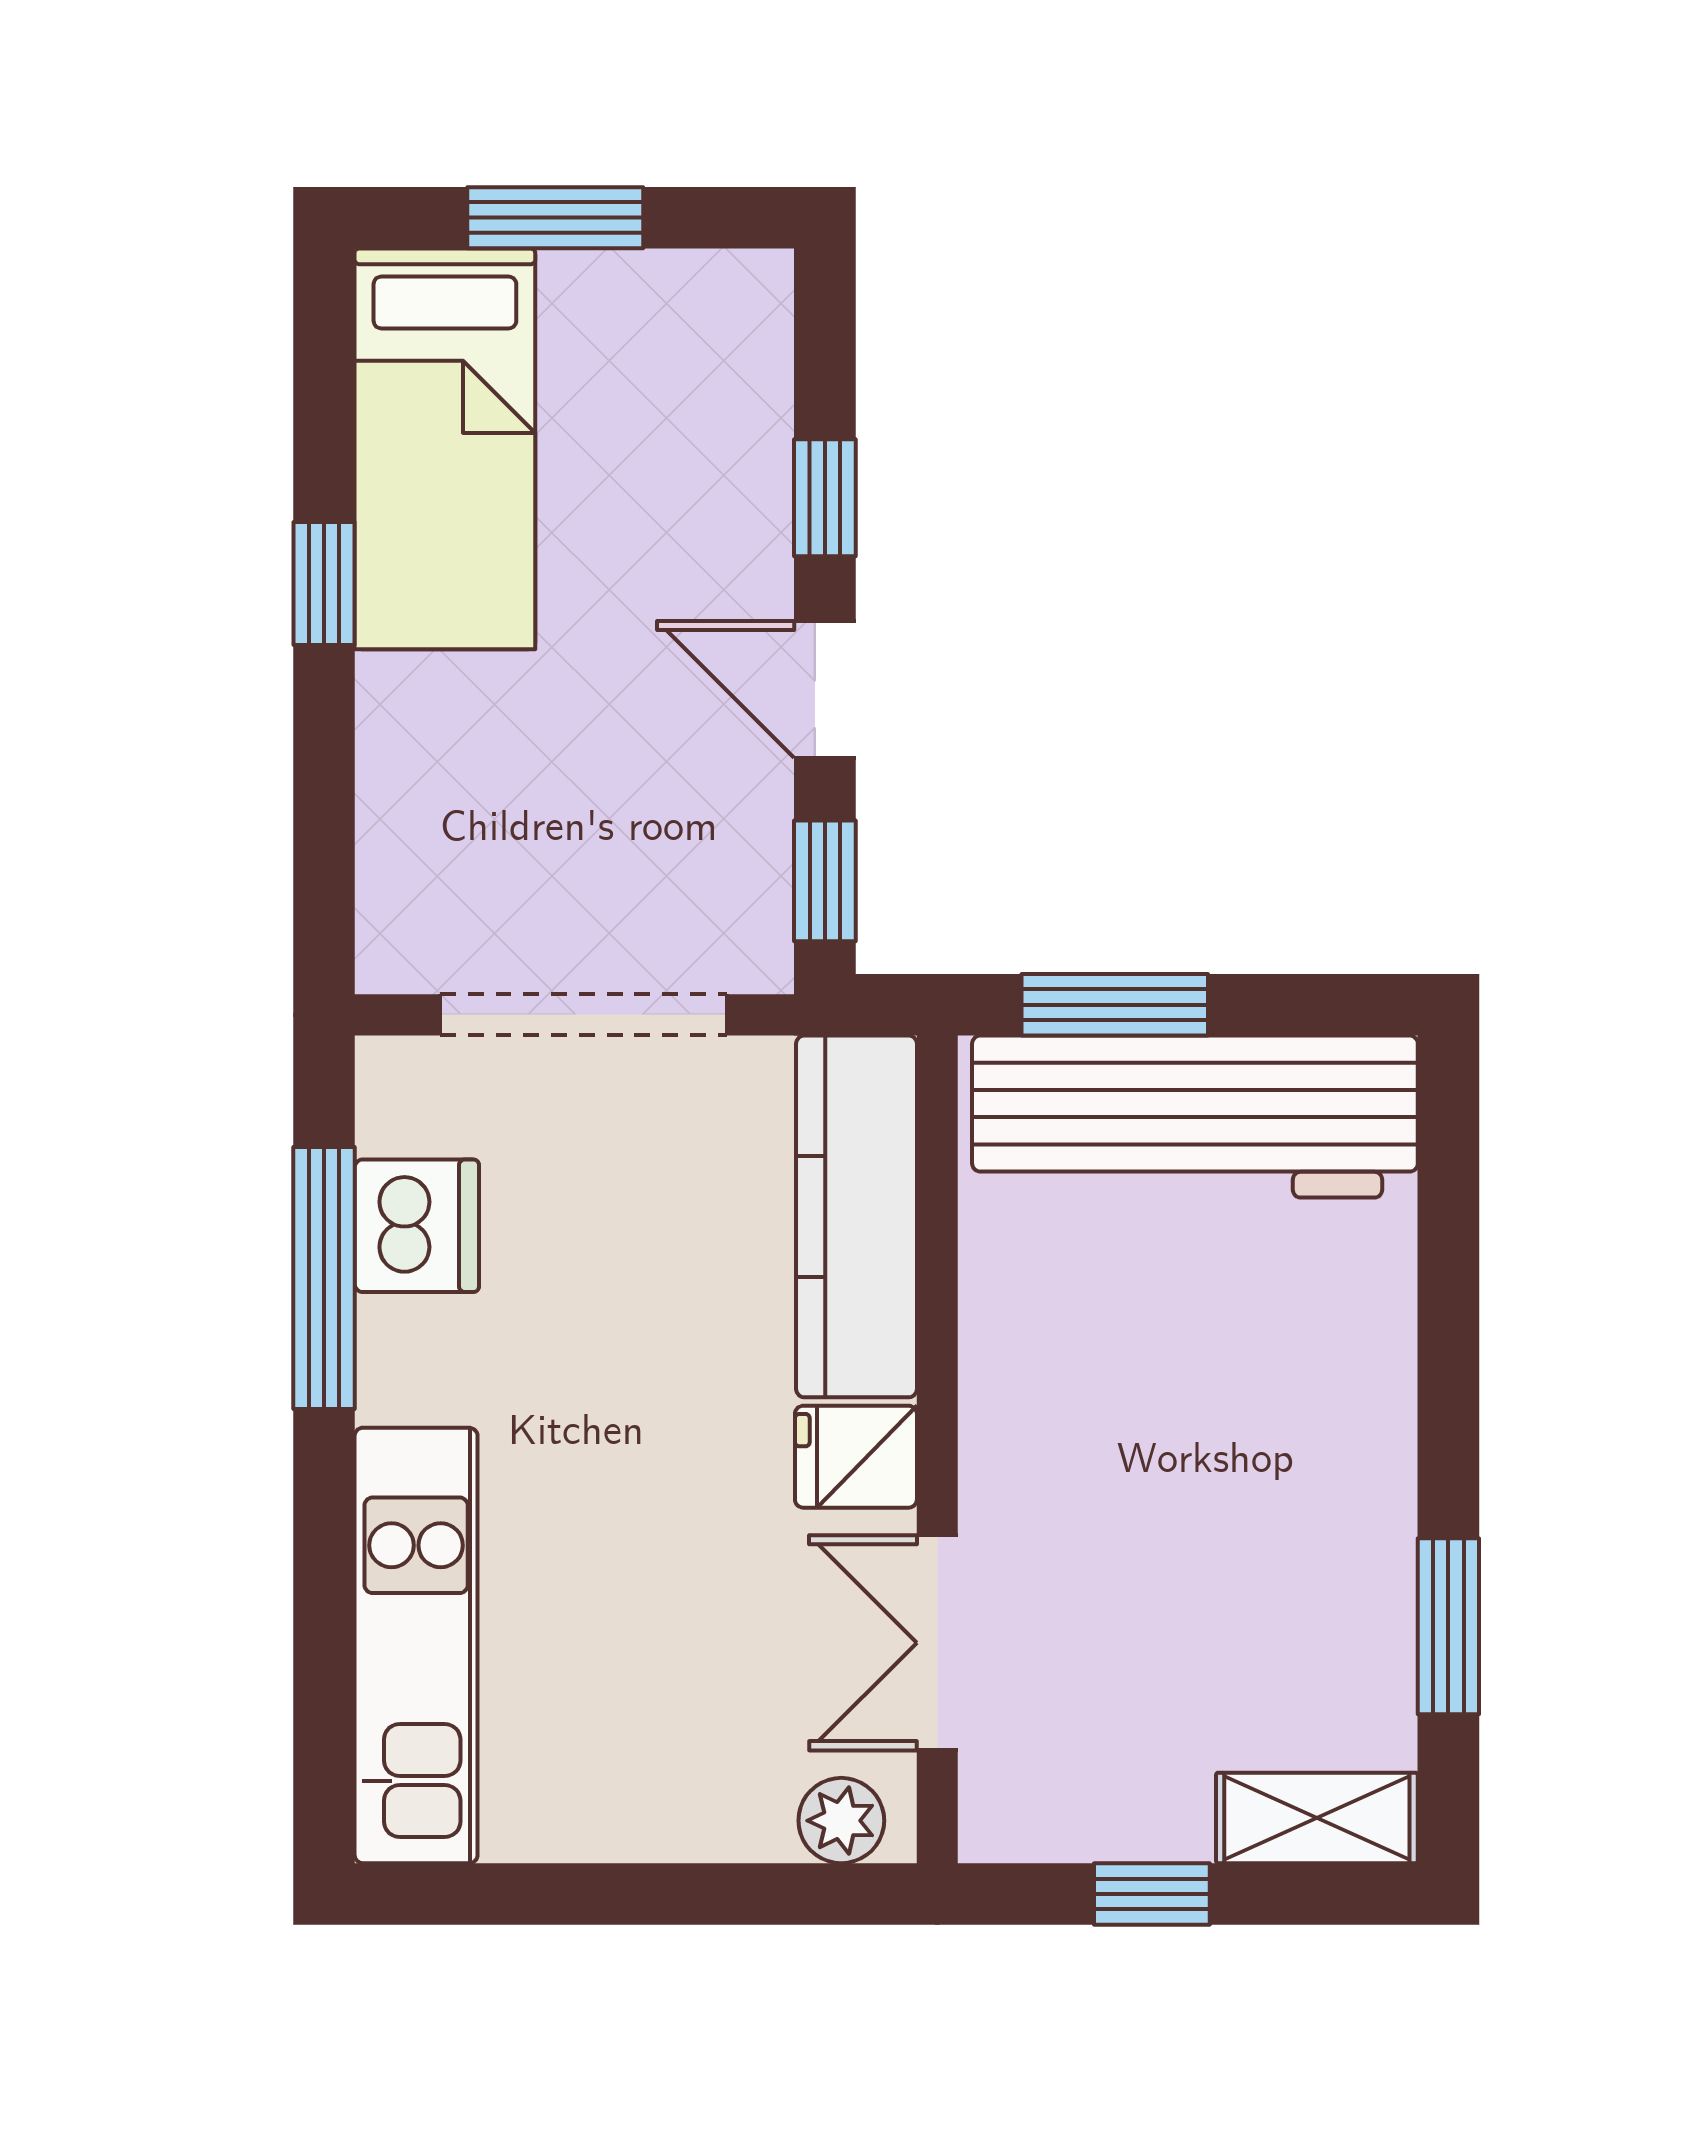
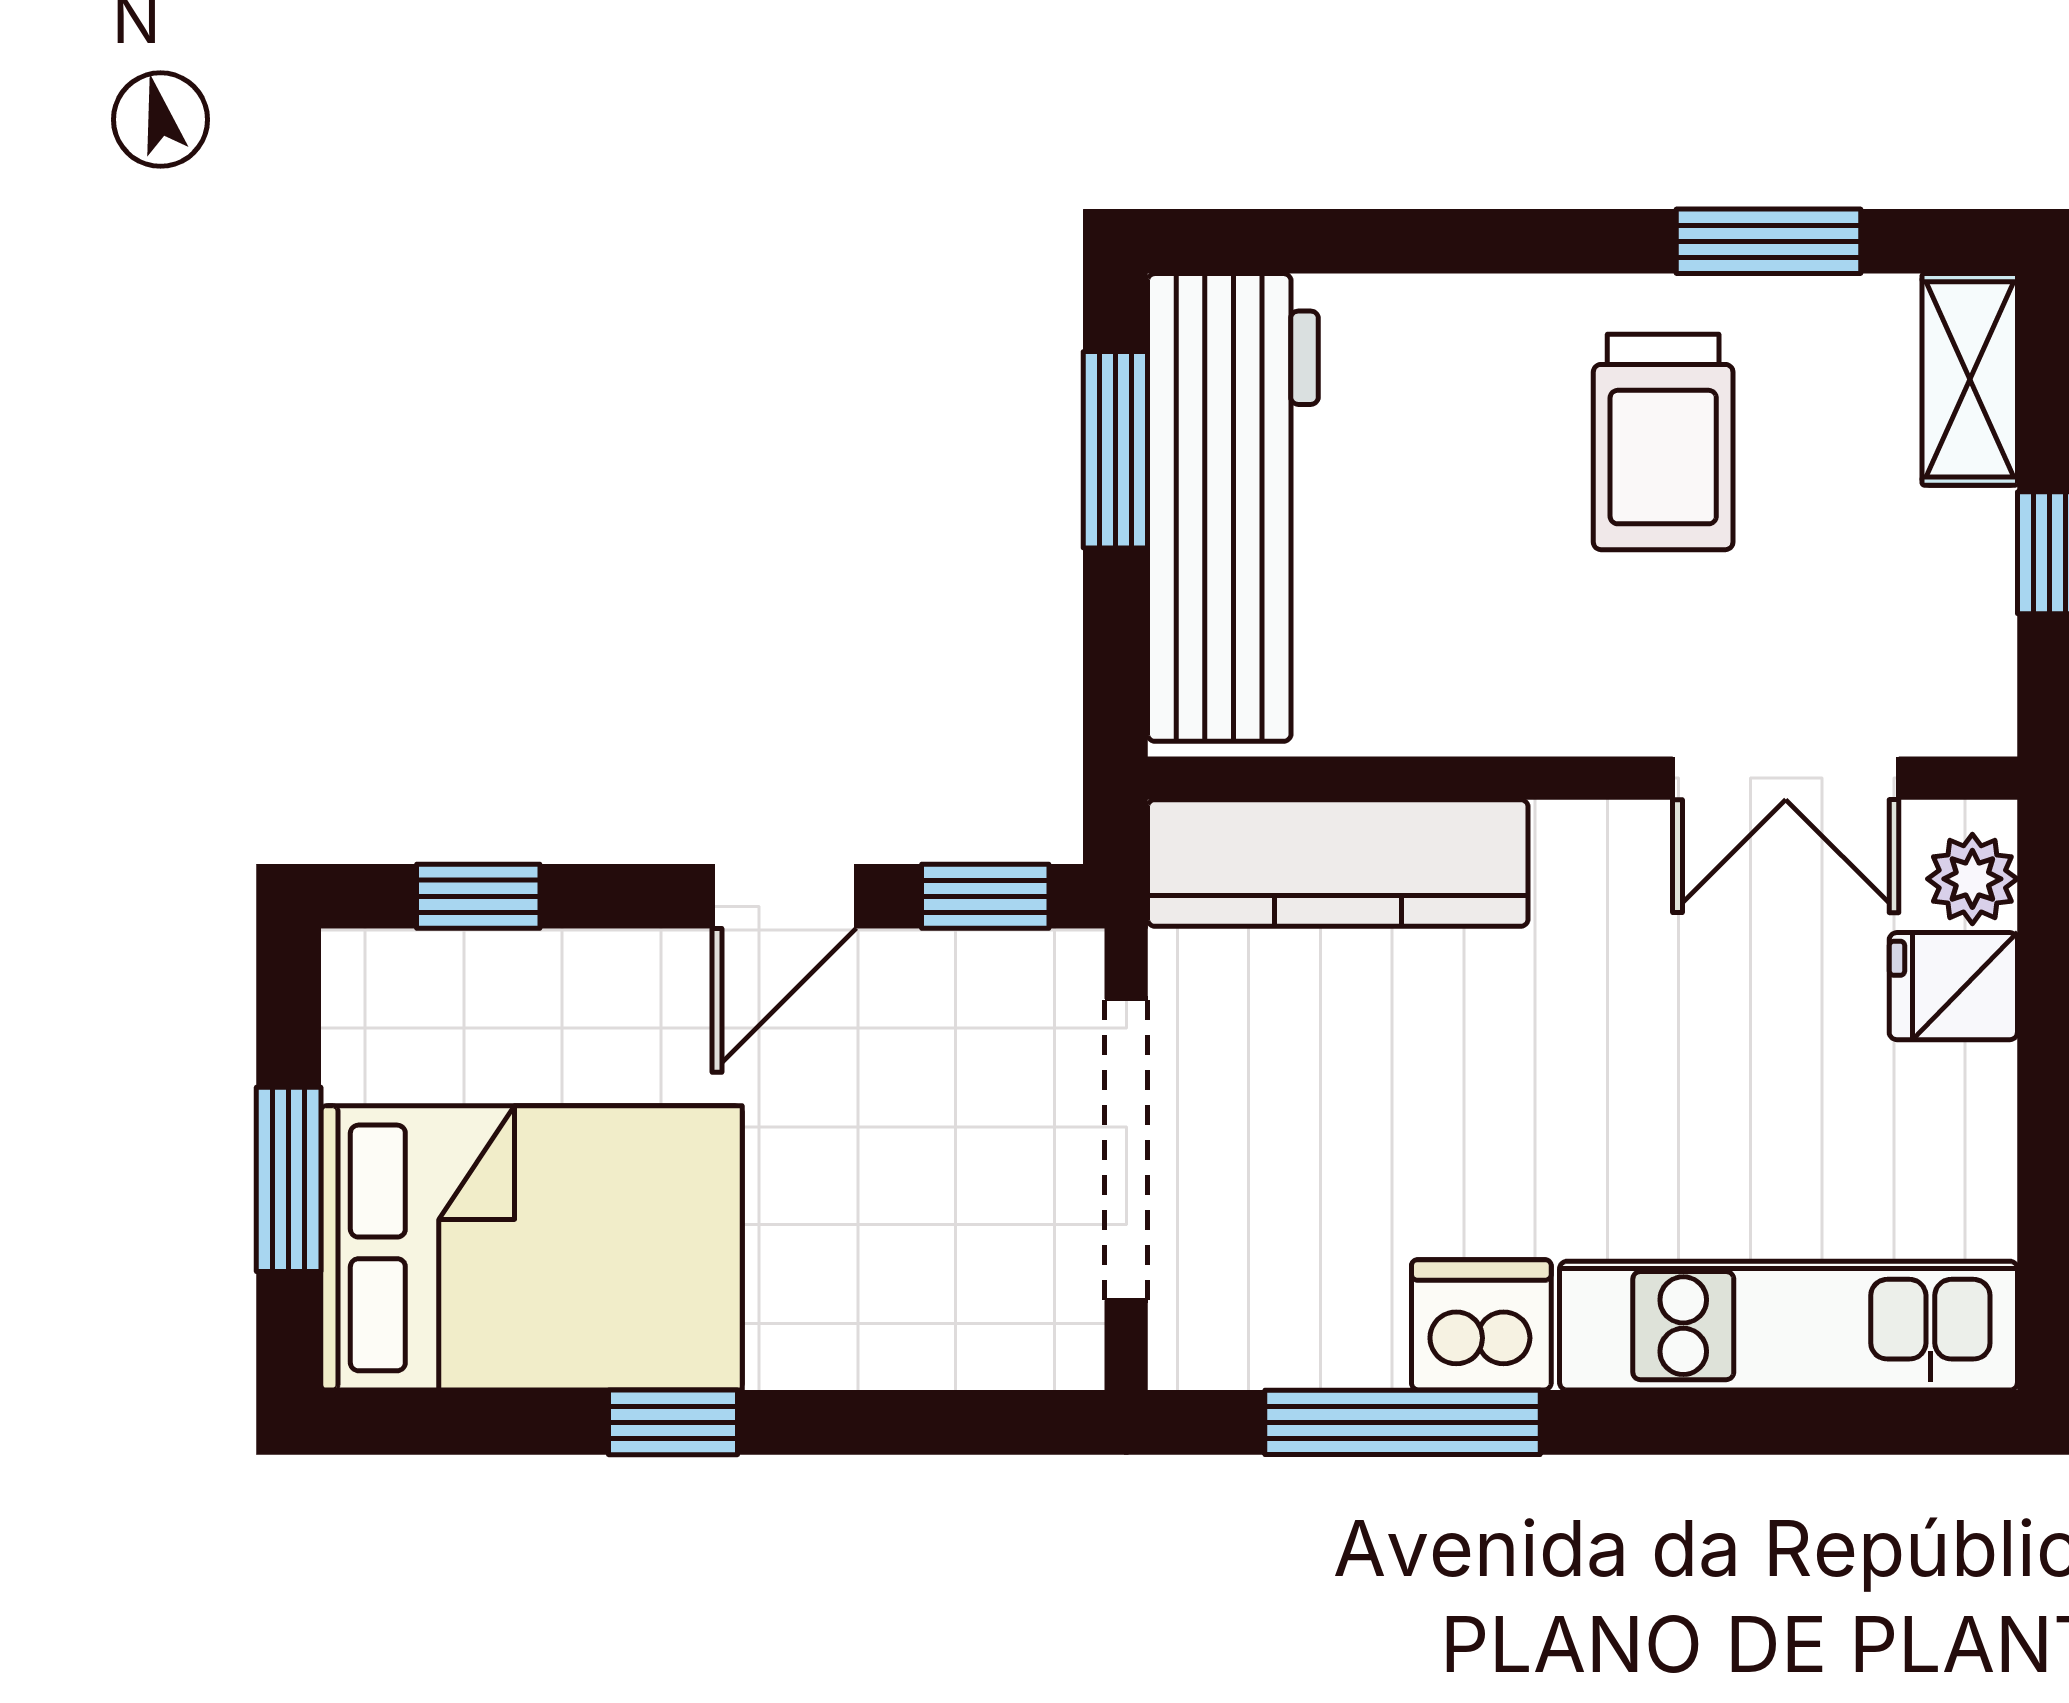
bed: (445, 449) -> (532, 1248), width x1.50
window: (825, 498) -> (478, 896), moved
window: (1115, 1005) -> (1115, 450), moved
dishwasher: (417, 1226) -> (1481, 1325), moved
fridge: (856, 1457) -> (1953, 986), moved, turned 90
trolley: (1257, 1526) -> (1663, 442), added

